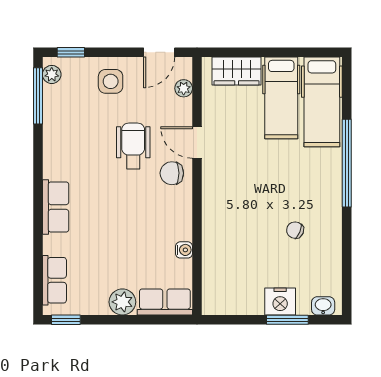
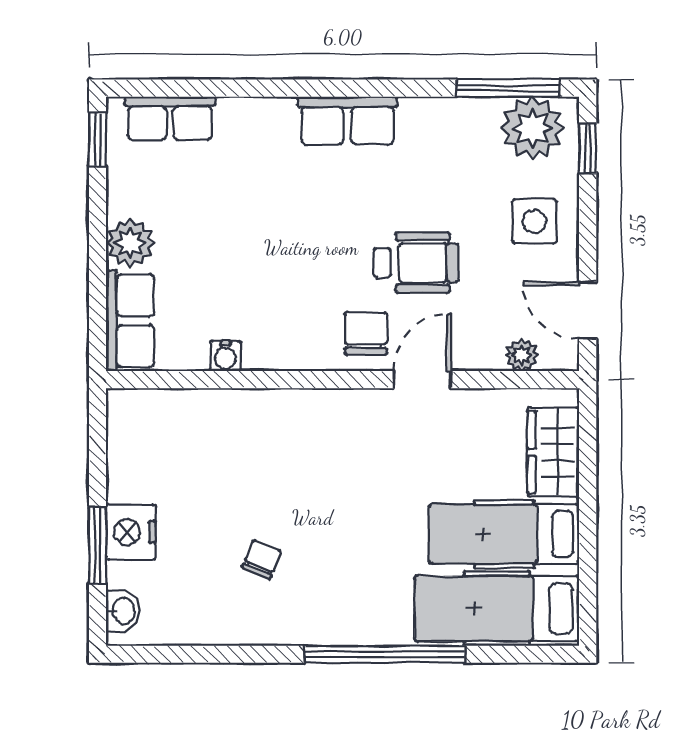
plant: (52, 74) -> (532, 128), width x1.87, depth x1.87
row of seats: (56, 207) -> (347, 121), moved

